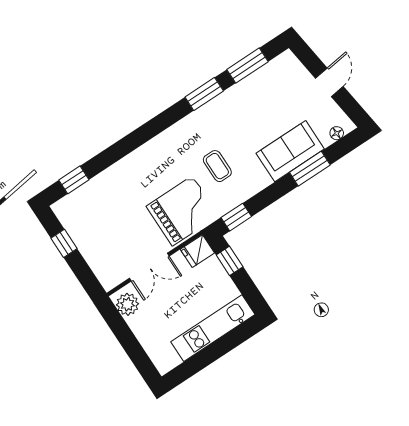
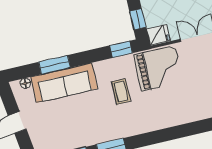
sofa: (290, 151) -> (64, 83), width x1.36
grand piano: (182, 211) -> (159, 68), turned 180

